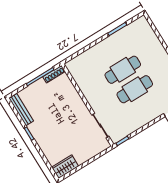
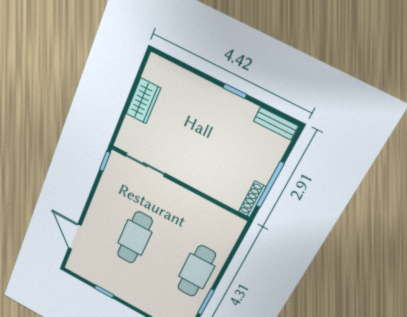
cafe table: (123, 70) -> (197, 271), moved
bench: (21, 110) -> (276, 123), width x0.73
wardrobe: (65, 167) -> (143, 101), moved

